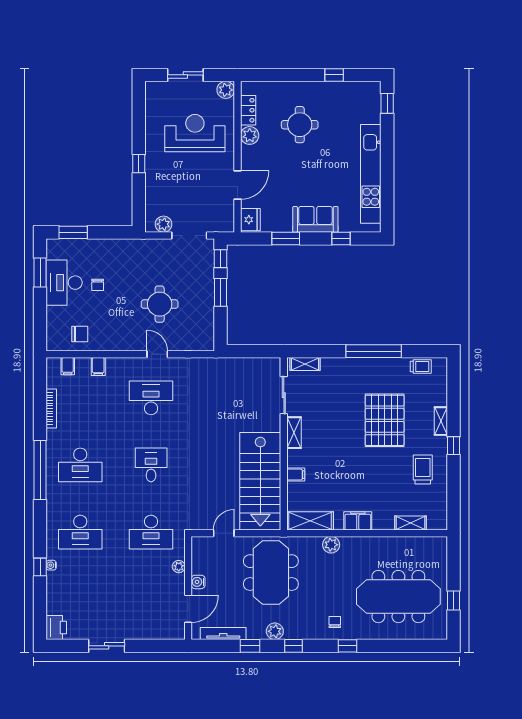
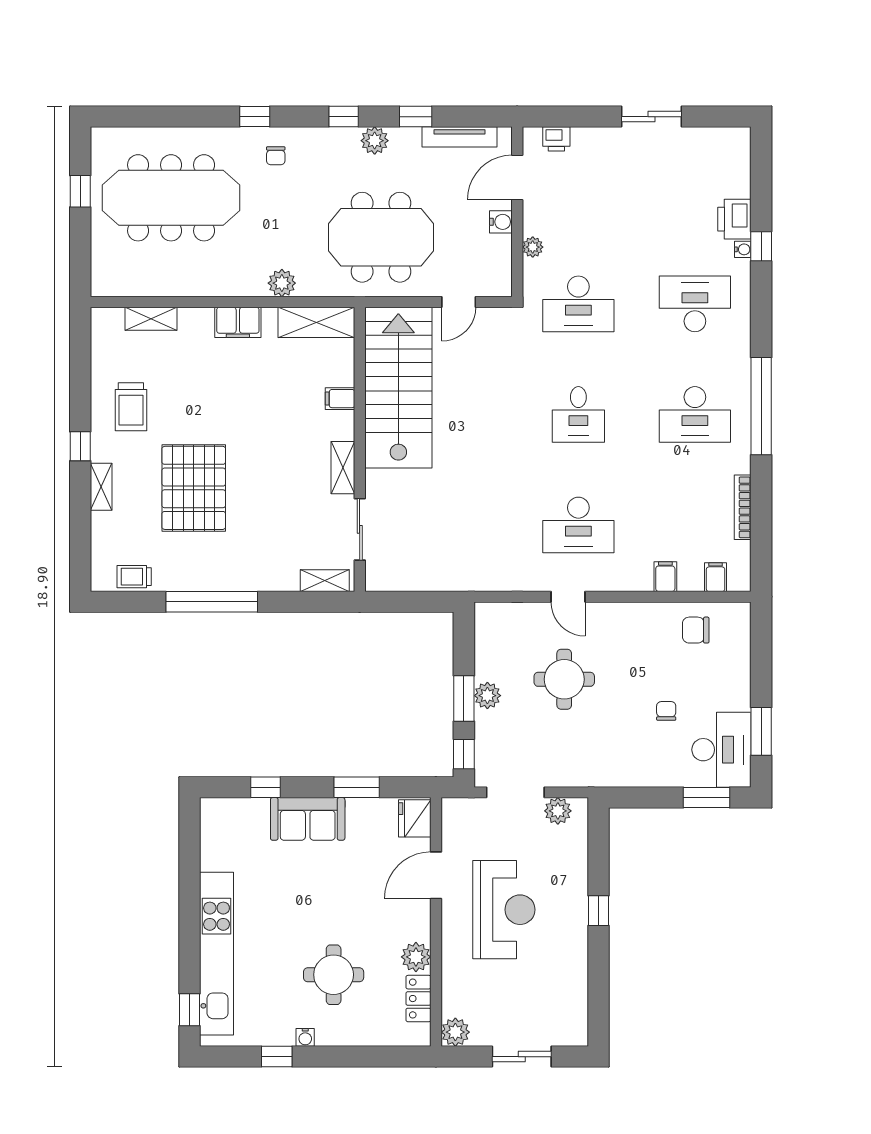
water cooler: (317, 87) -> (305, 1037), added
reception desk: (195, 133) -> (504, 910), moved, turned -90
kitchen unit: (371, 174) -> (217, 954), moved
desk: (64, 283) -> (721, 750), moved
plant: (206, 294) -> (487, 696), added
desk: (80, 465) -> (695, 414), turned 180
desk: (151, 532) -> (578, 304), turned 180
meeting table: (271, 573) -> (381, 237), turned 90
printer: (56, 628) -> (734, 219), moved
printer: (164, 632) -> (556, 139), added

